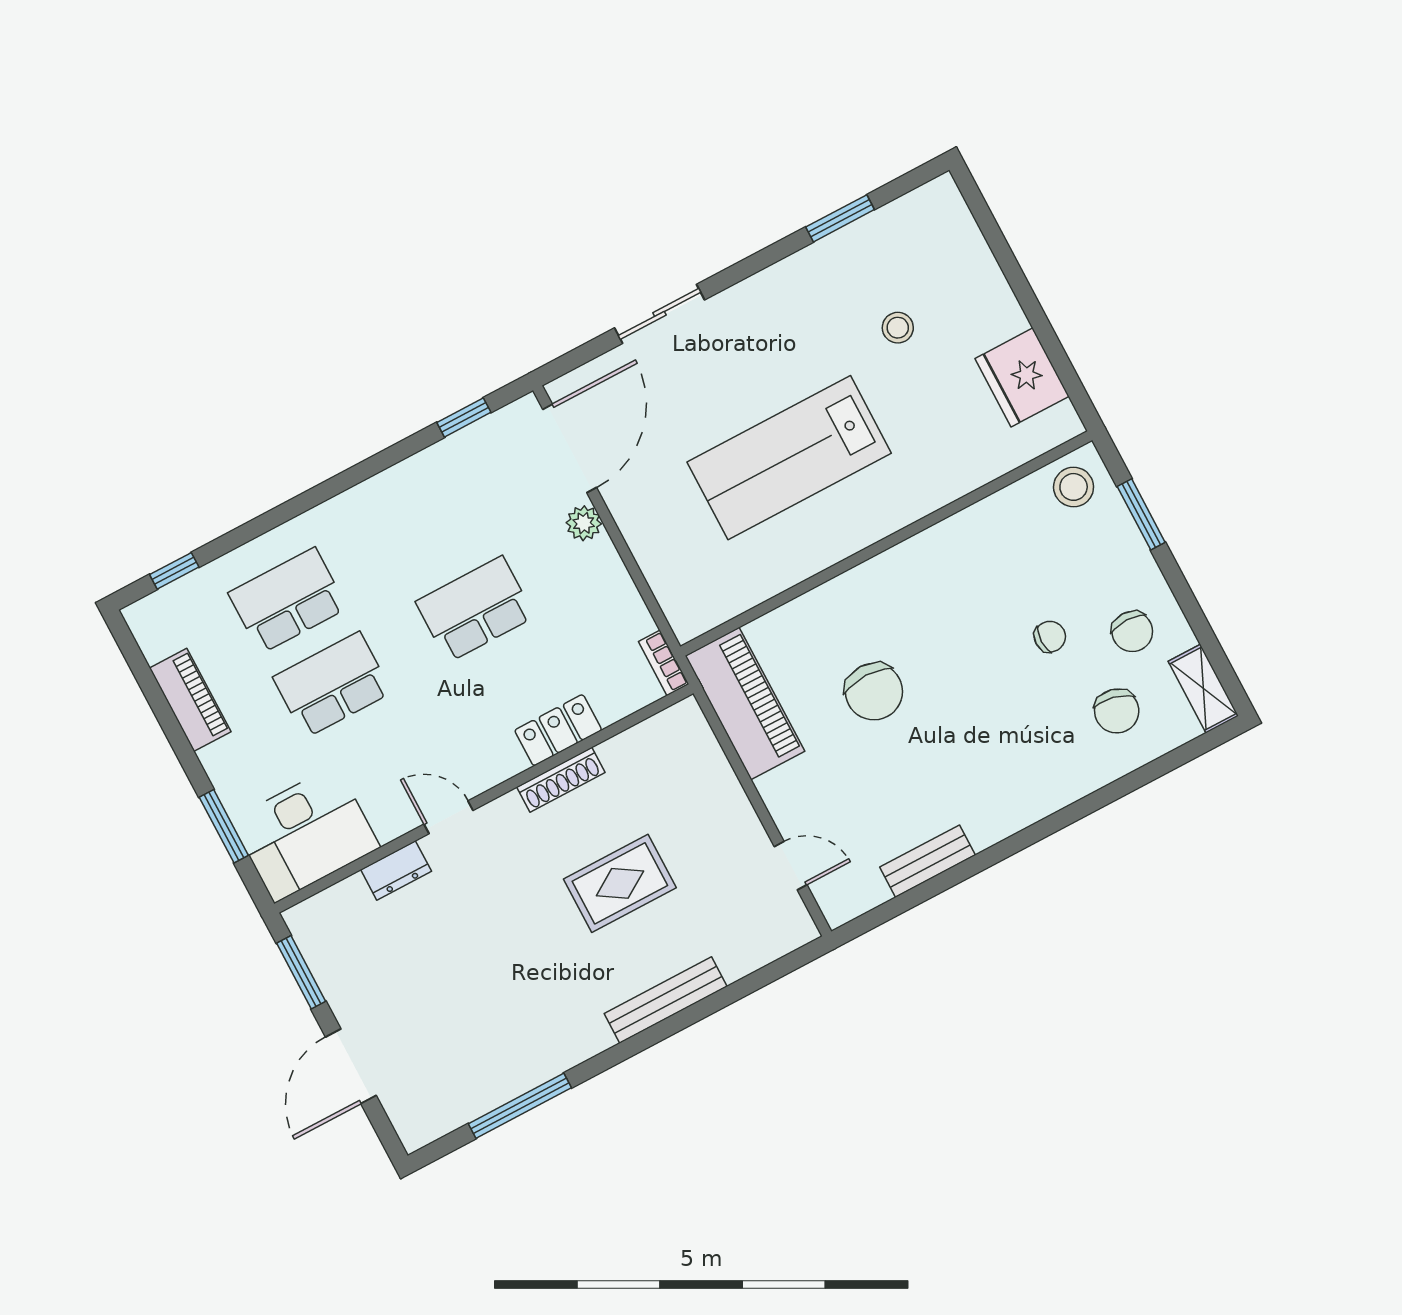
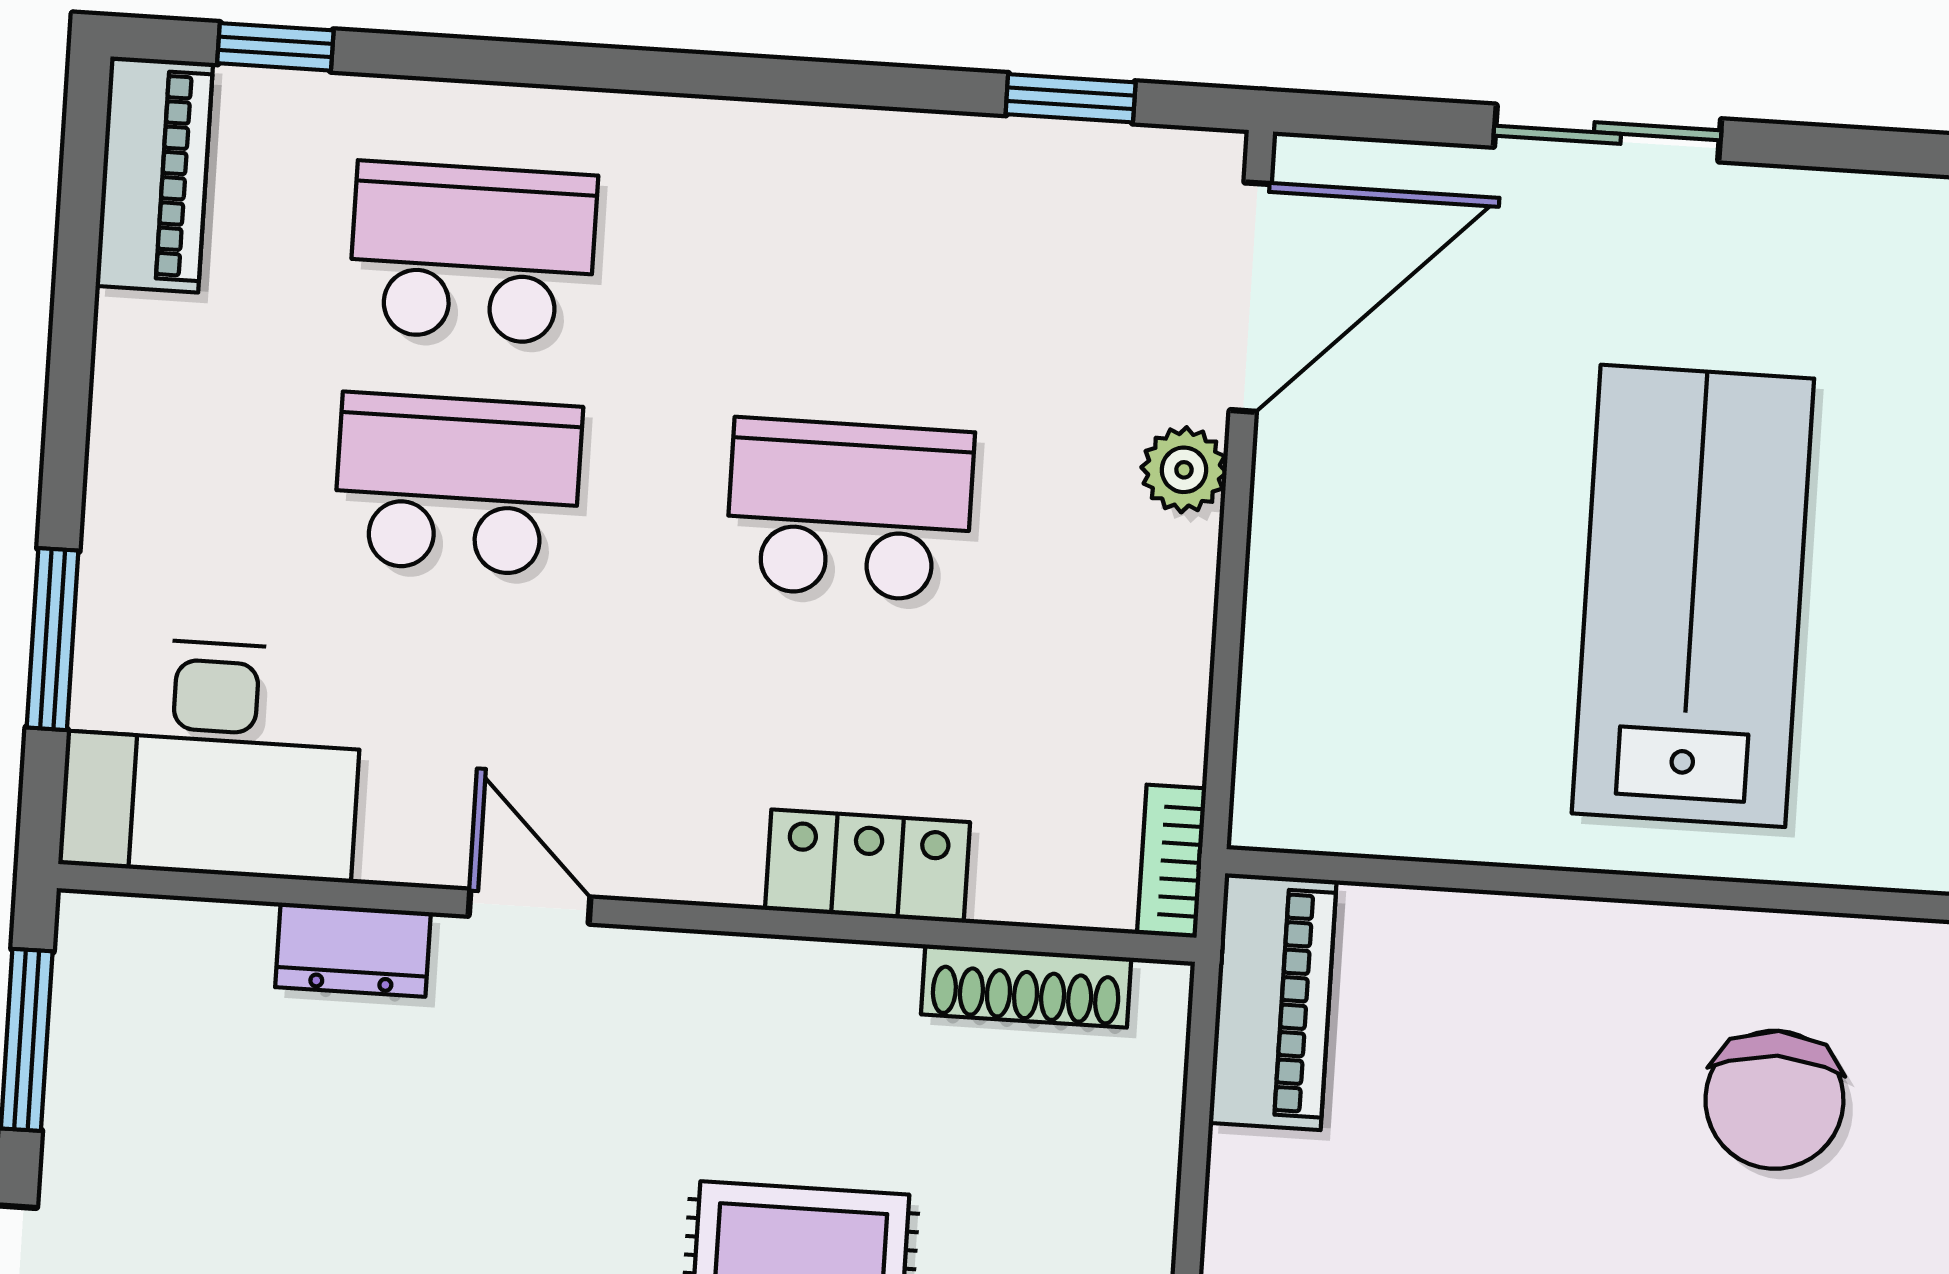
lab bench: (789, 458) -> (1693, 596), turned 90
chair: (874, 692) -> (1774, 1100), moved
piano: (190, 700) -> (154, 174), moved
piano: (745, 703) -> (1273, 1002), width x0.73, depth x0.75
shoe rack: (561, 780) -> (1026, 986), moved

